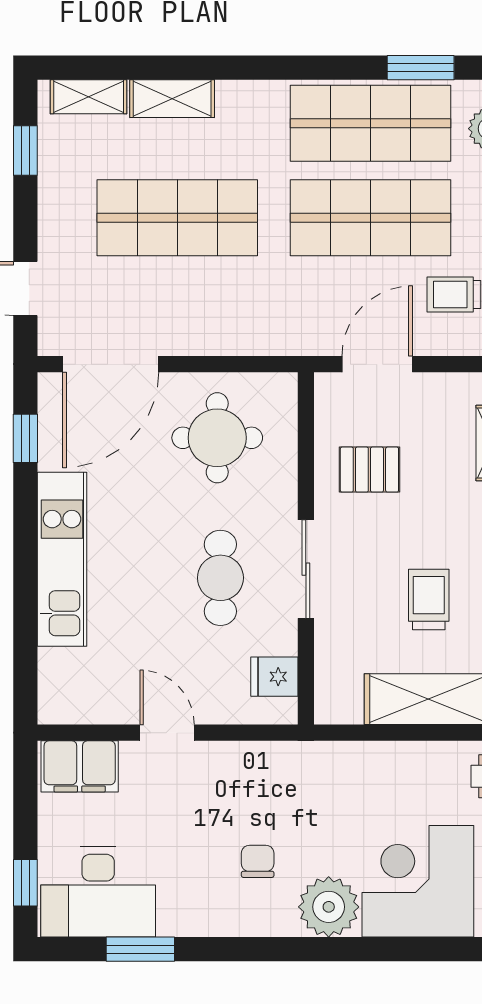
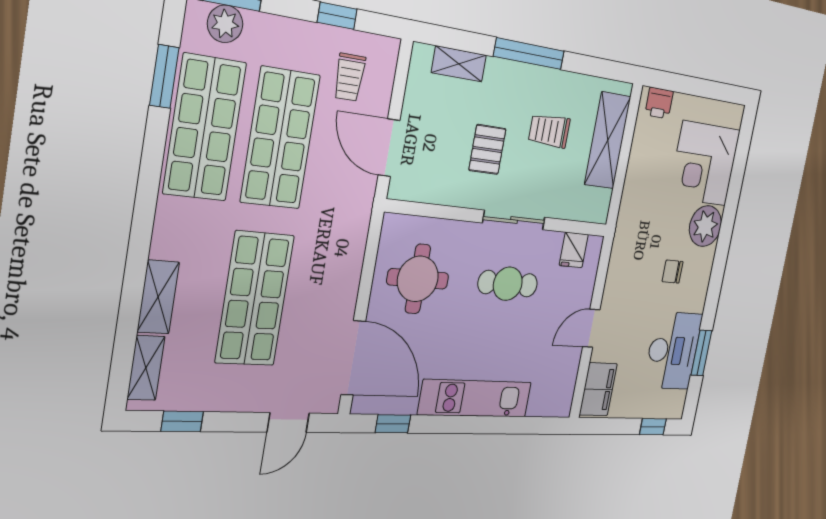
pallet: (369, 470) -> (487, 149), moved
desk: (98, 892) -> (673, 351), moved

